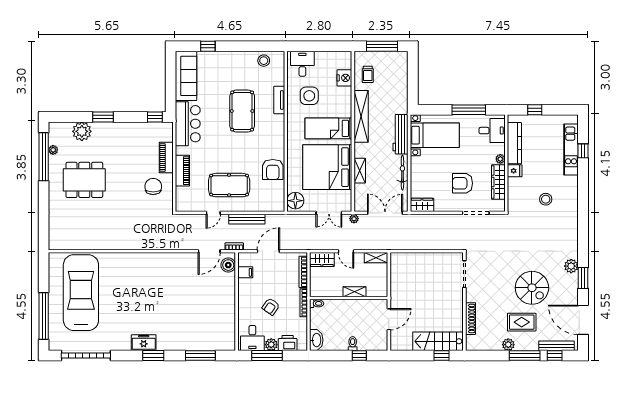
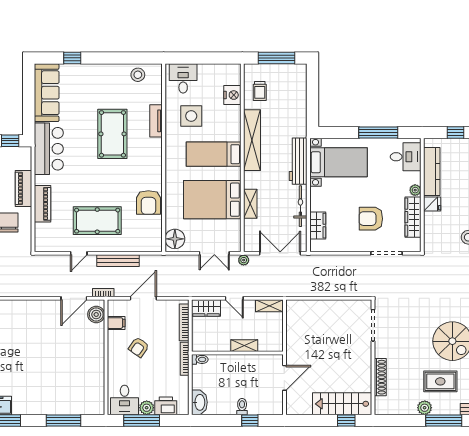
bed: (327, 167) -> (212, 200), width x0.73
wardrobe: (422, 205) -> (318, 226), moved, turned 90
armchair: (271, 307) -> (139, 347), moved

